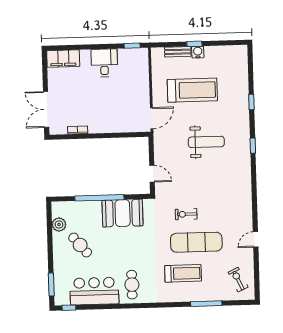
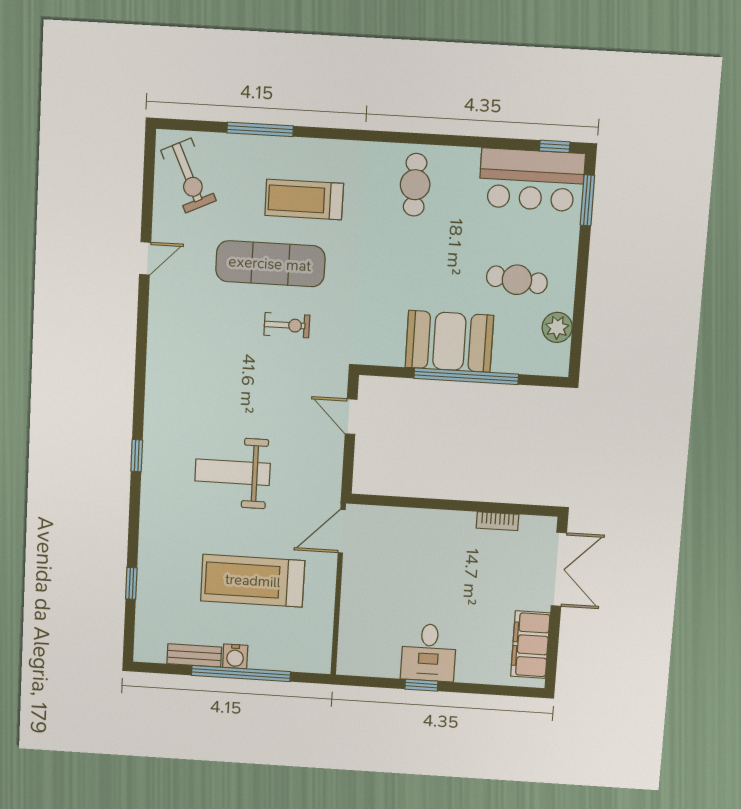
window: (194, 44) -> (241, 673), width x3.17
window: (132, 46) -> (421, 685), moved
bench: (178, 52) -> (194, 655), moved
filing cabinet: (63, 59) -> (530, 645), moved, turned -90
window: (251, 102) -> (131, 583), moved
booth: (123, 213) -> (449, 341), moved
cafe table: (80, 245) -> (517, 280), turned -44
exercise bike: (238, 280) -> (188, 176), width x1.38, depth x1.39
bar counter: (94, 291) -> (532, 180), moved

